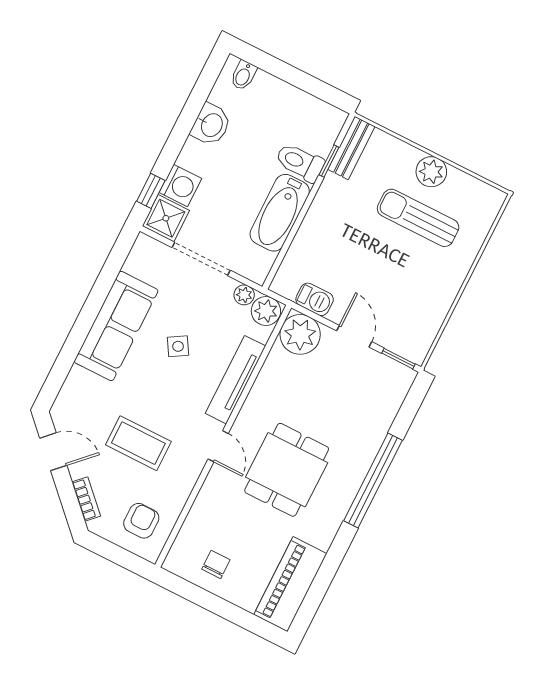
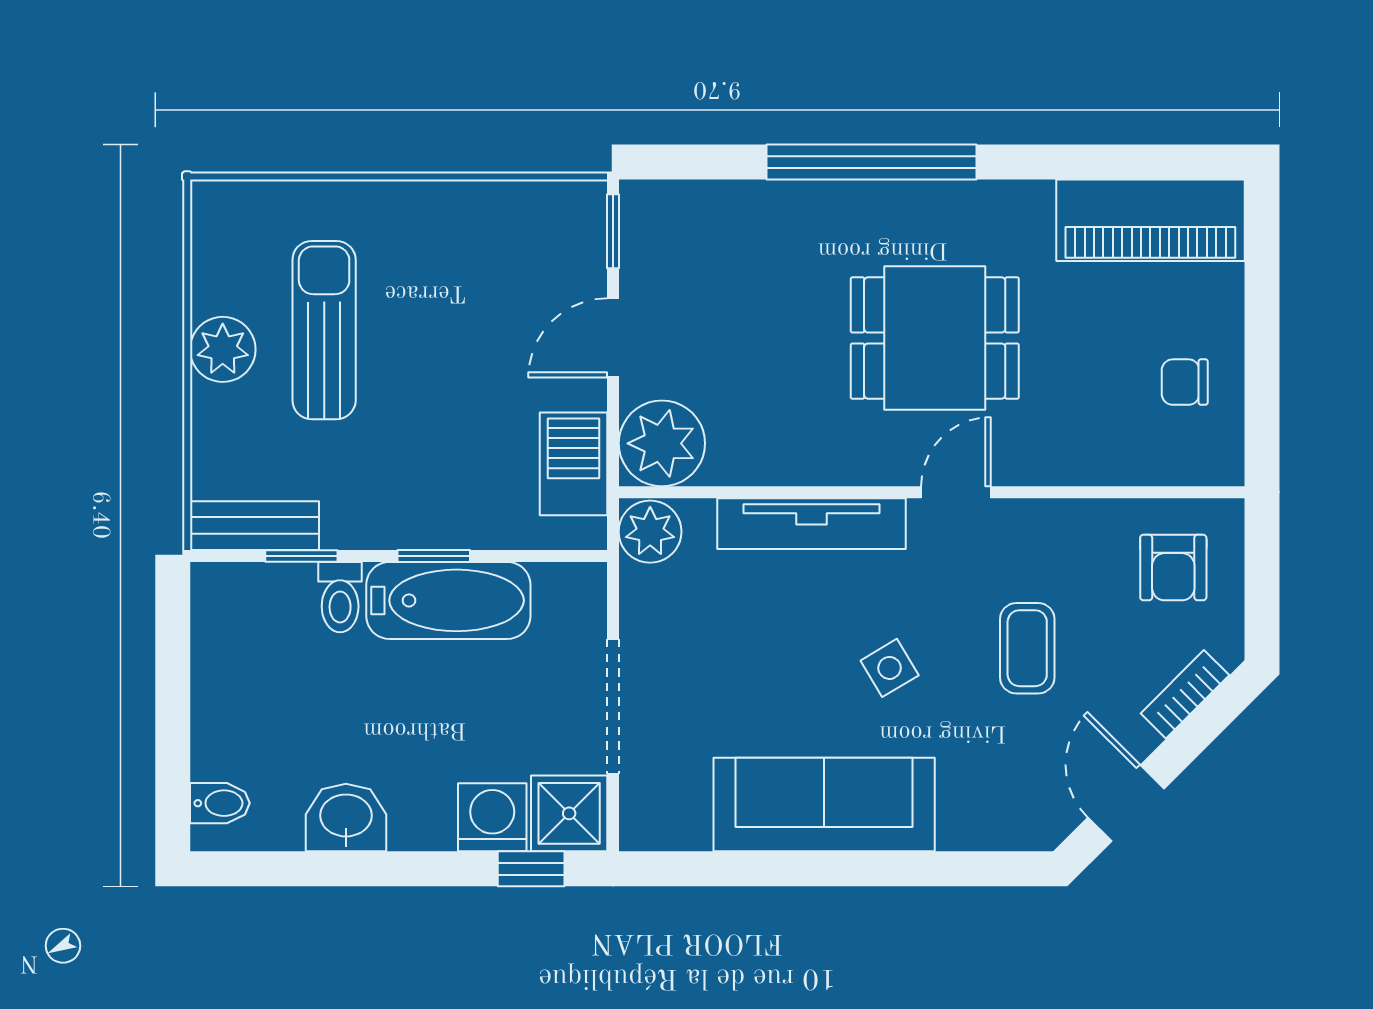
toilet: (300, 162) -> (340, 597), width x0.73, depth x0.72
window: (301, 216) -> (434, 556), added
sun lounger: (418, 218) -> (324, 330), turned 180
plant: (244, 295) -> (640, 589), removed
barbecue: (315, 299) -> (574, 464), width x1.38, depth x1.27
side table: (178, 346) -> (890, 668), moved
coffee table: (138, 443) -> (1027, 648), width x0.73, depth x0.77
armchair: (141, 521) -> (1173, 567), turned -90

